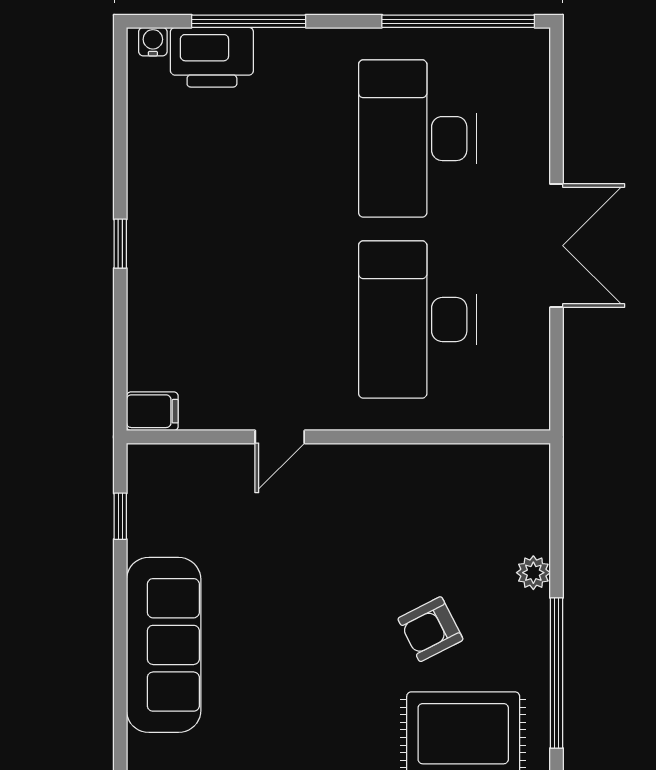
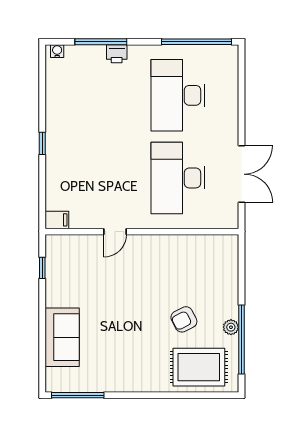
printer: (212, 57) -> (117, 54), moved, width x0.53, depth x0.68
double door: (557, 246) -> (241, 174), moved
plant: (533, 573) -> (231, 327), moved
sofa: (164, 645) -> (62, 337), width x0.73

